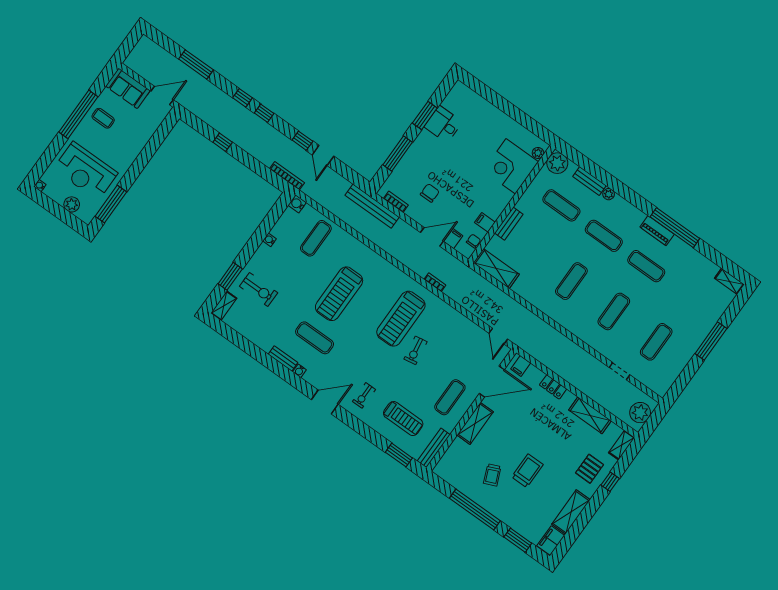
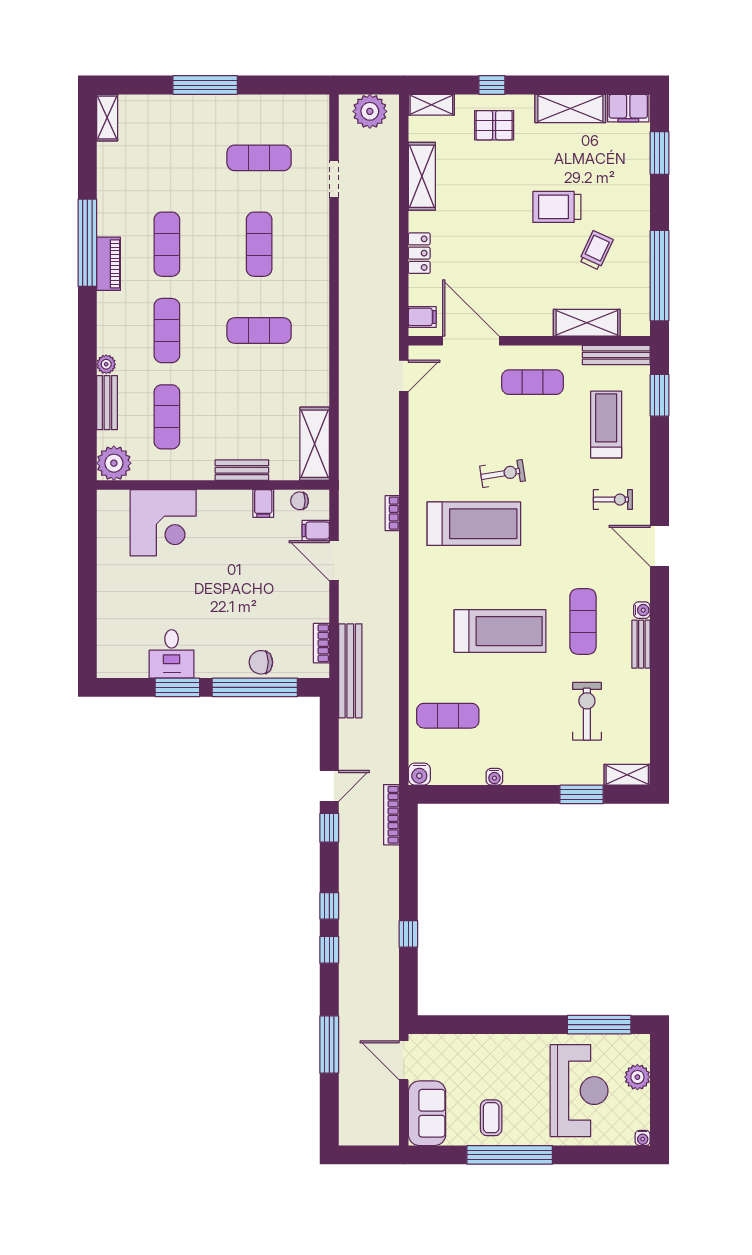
window: (398, 153) -> (255, 687), width x1.46
plant: (538, 153) -> (119, 499), removed
chair: (430, 193) -> (261, 662), moved
exercise bike: (259, 290) -> (587, 711), moved
exercise mat: (614, 311) -> (259, 244), turned 90
shelving: (475, 423) -> (587, 323), moved
trolley: (492, 475) -> (596, 250), turned -42
window: (475, 509) -> (660, 276), moved

